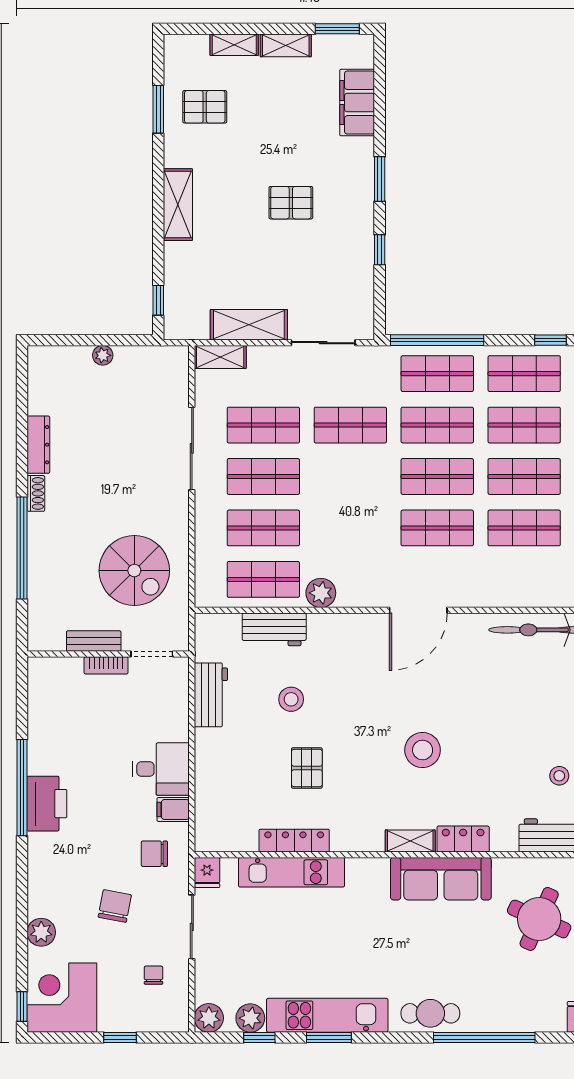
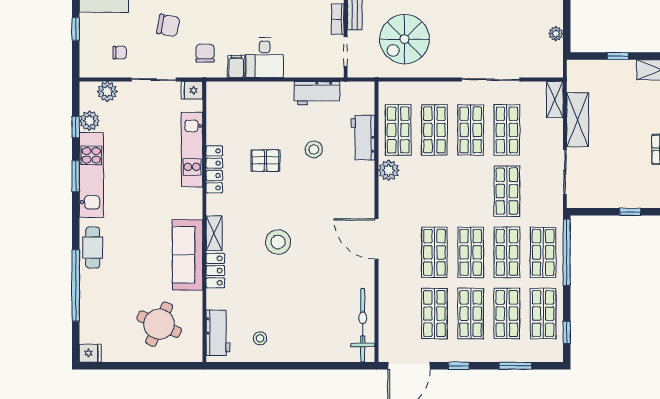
window: (158, 300) -> (618, 56), moved
plant: (103, 355) -> (556, 34), moved
locker: (294, 841) -> (214, 169), moved
plant: (209, 1018) -> (107, 92), moved

